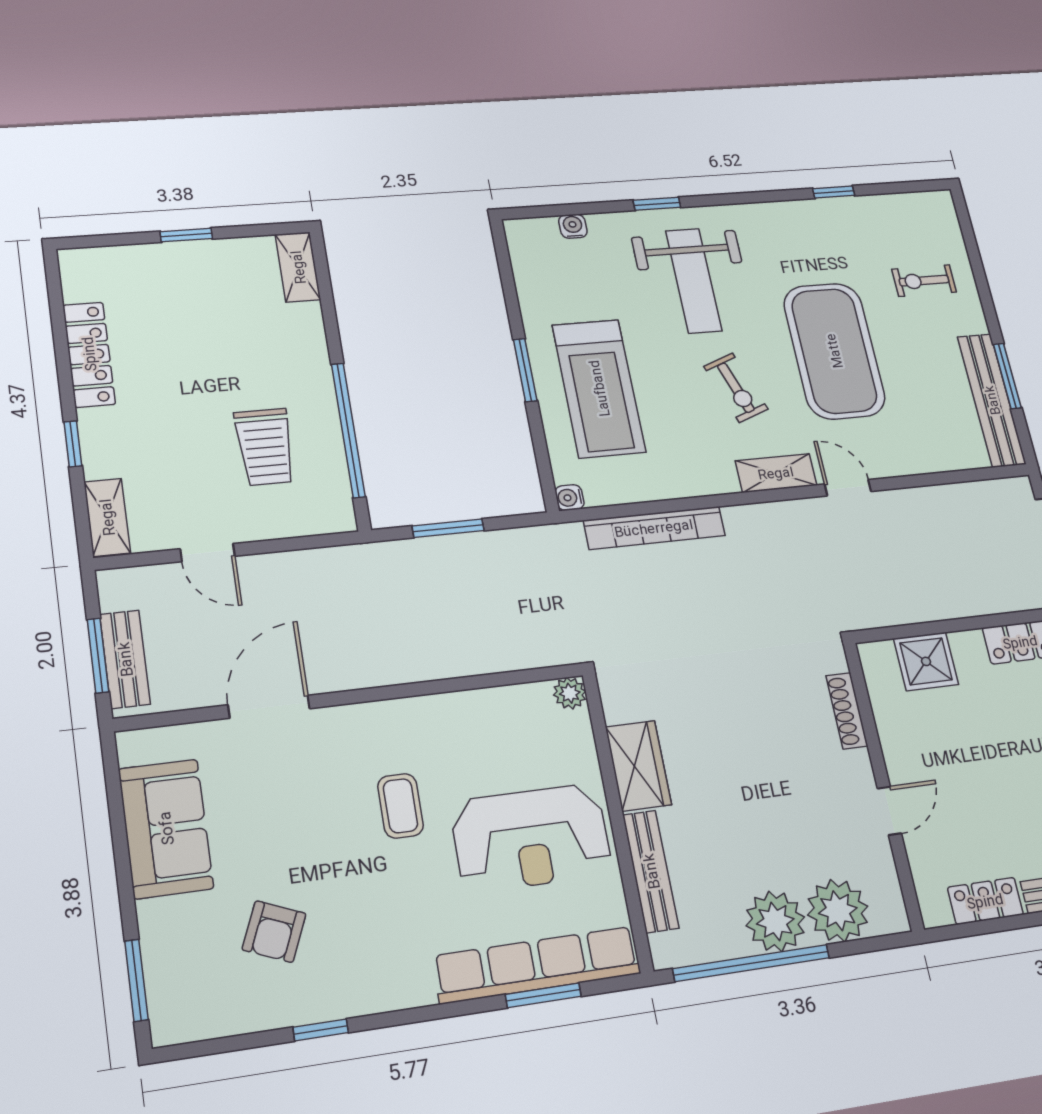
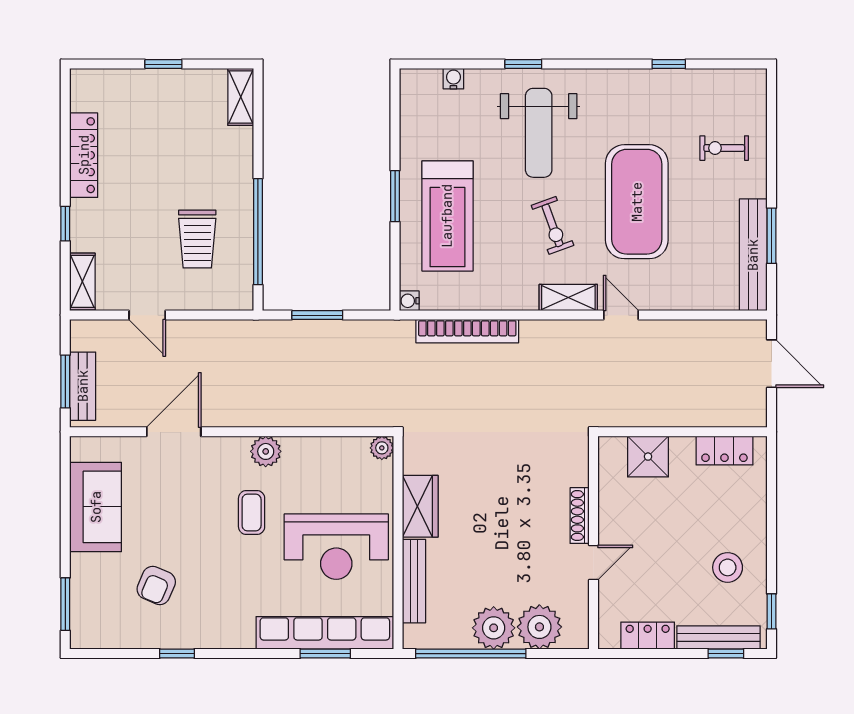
shoe rack: (847, 711) -> (580, 516), moved
plant: (407, 718) -> (266, 451), added

